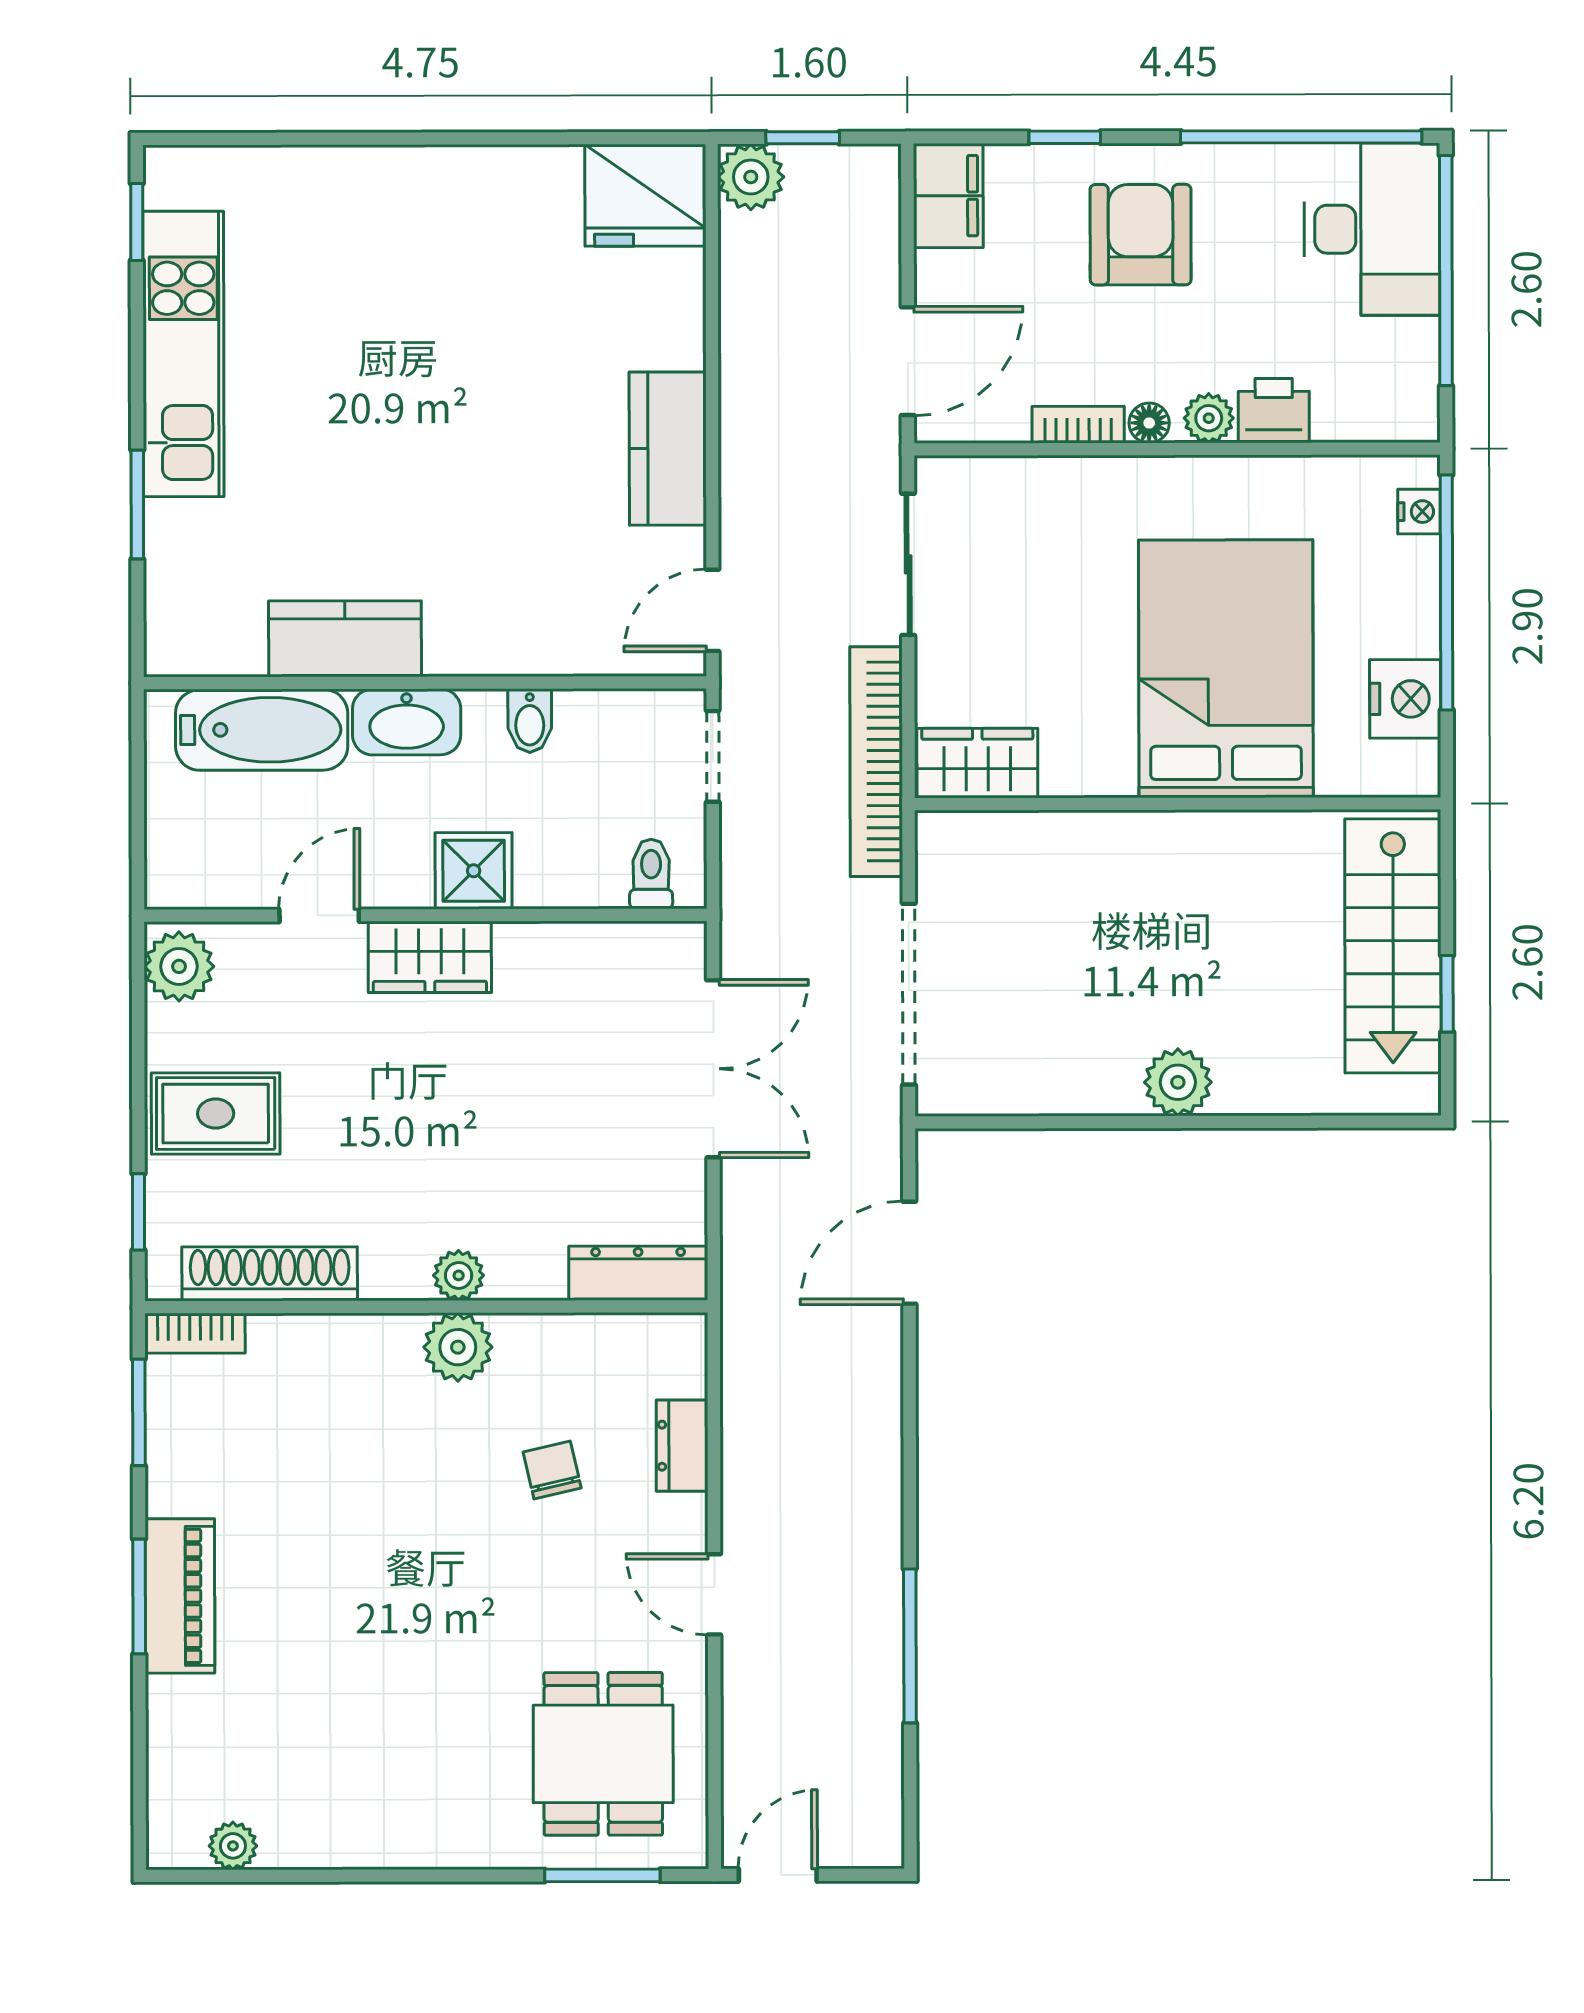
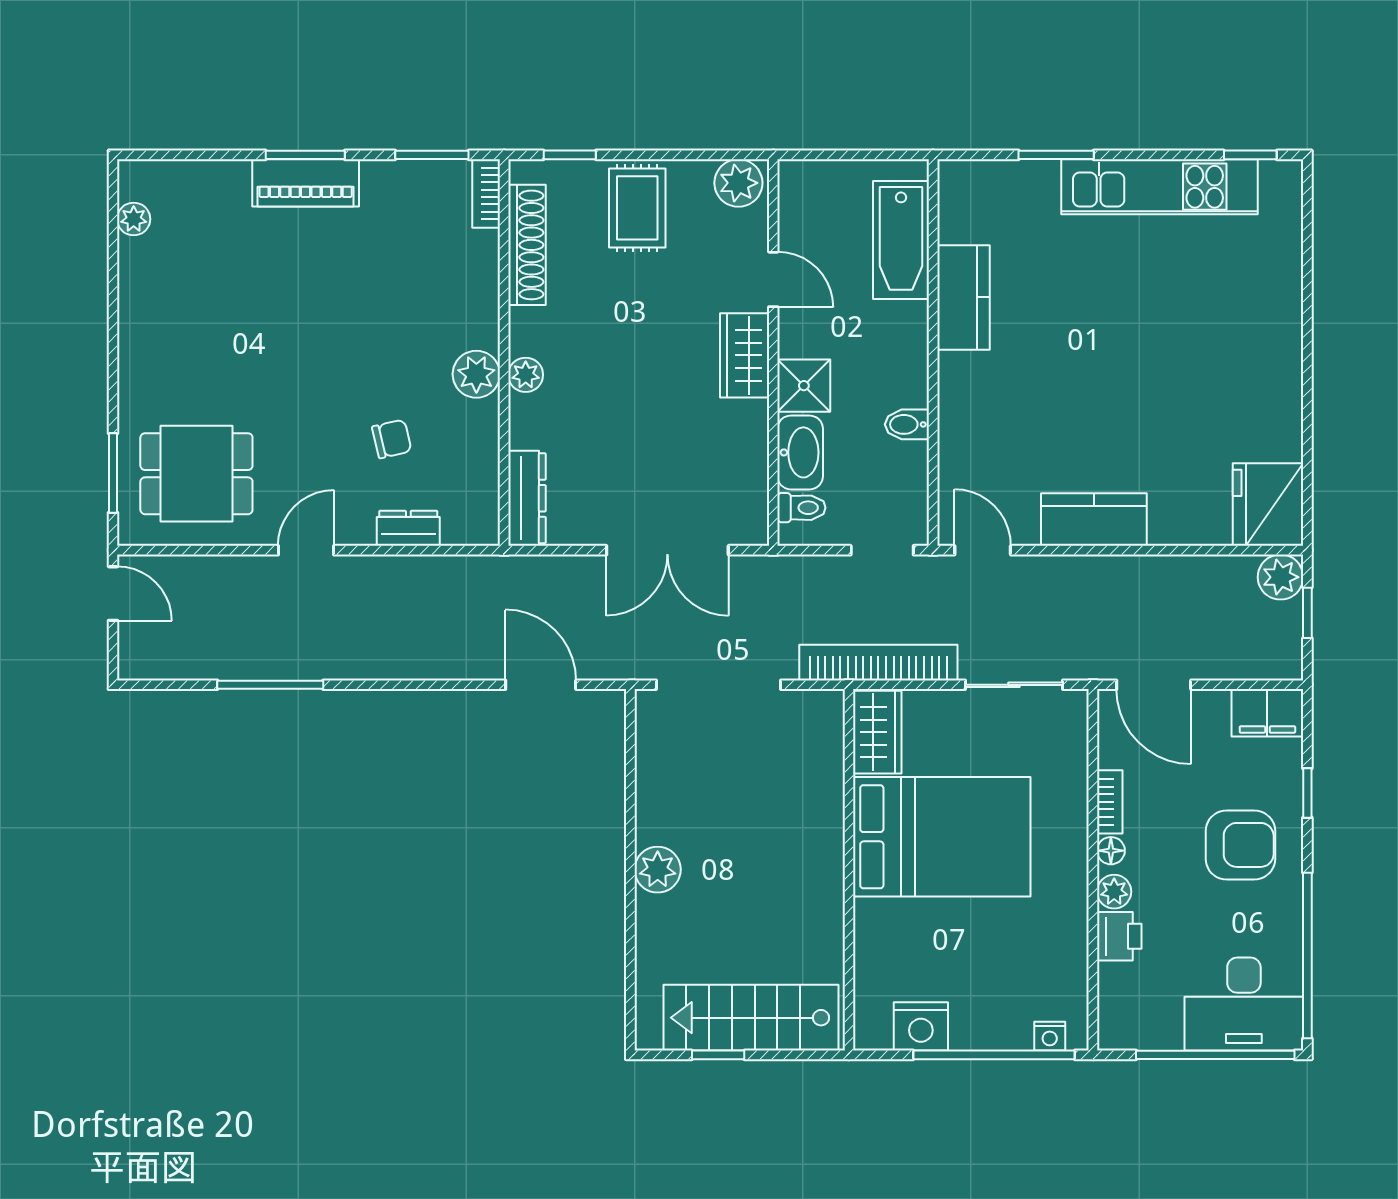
bed: (1226, 669) -> (942, 837), moved
washbasin: (407, 722) -> (800, 452), moved, turned 180

